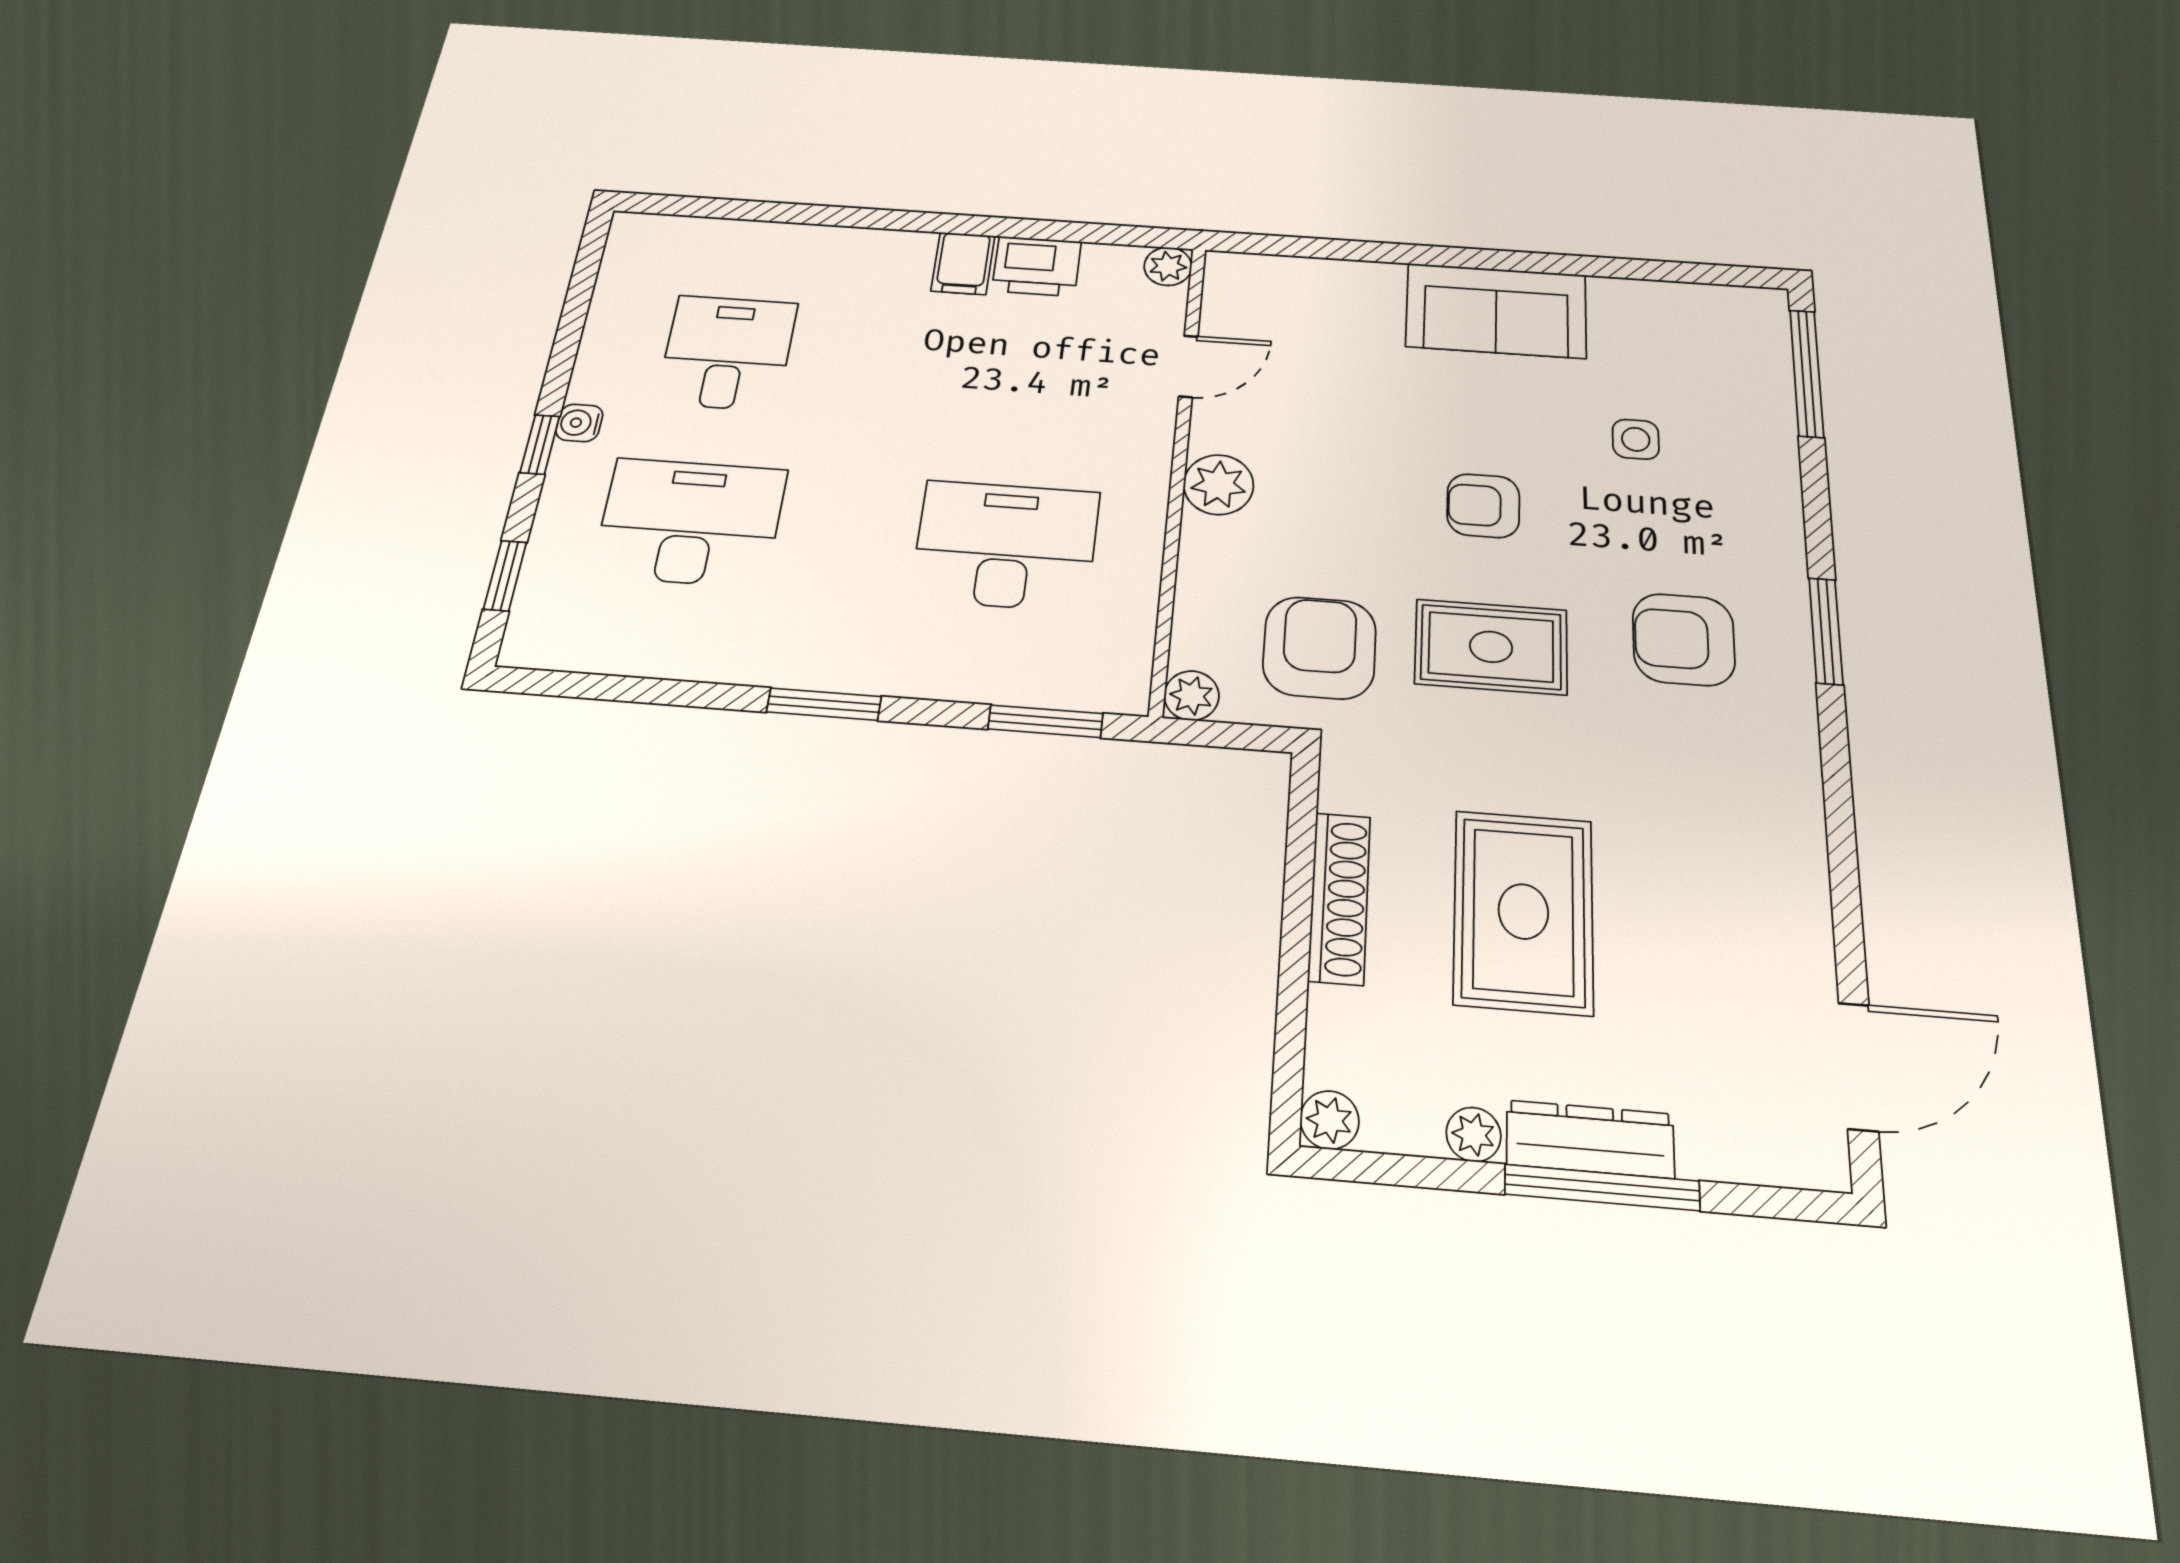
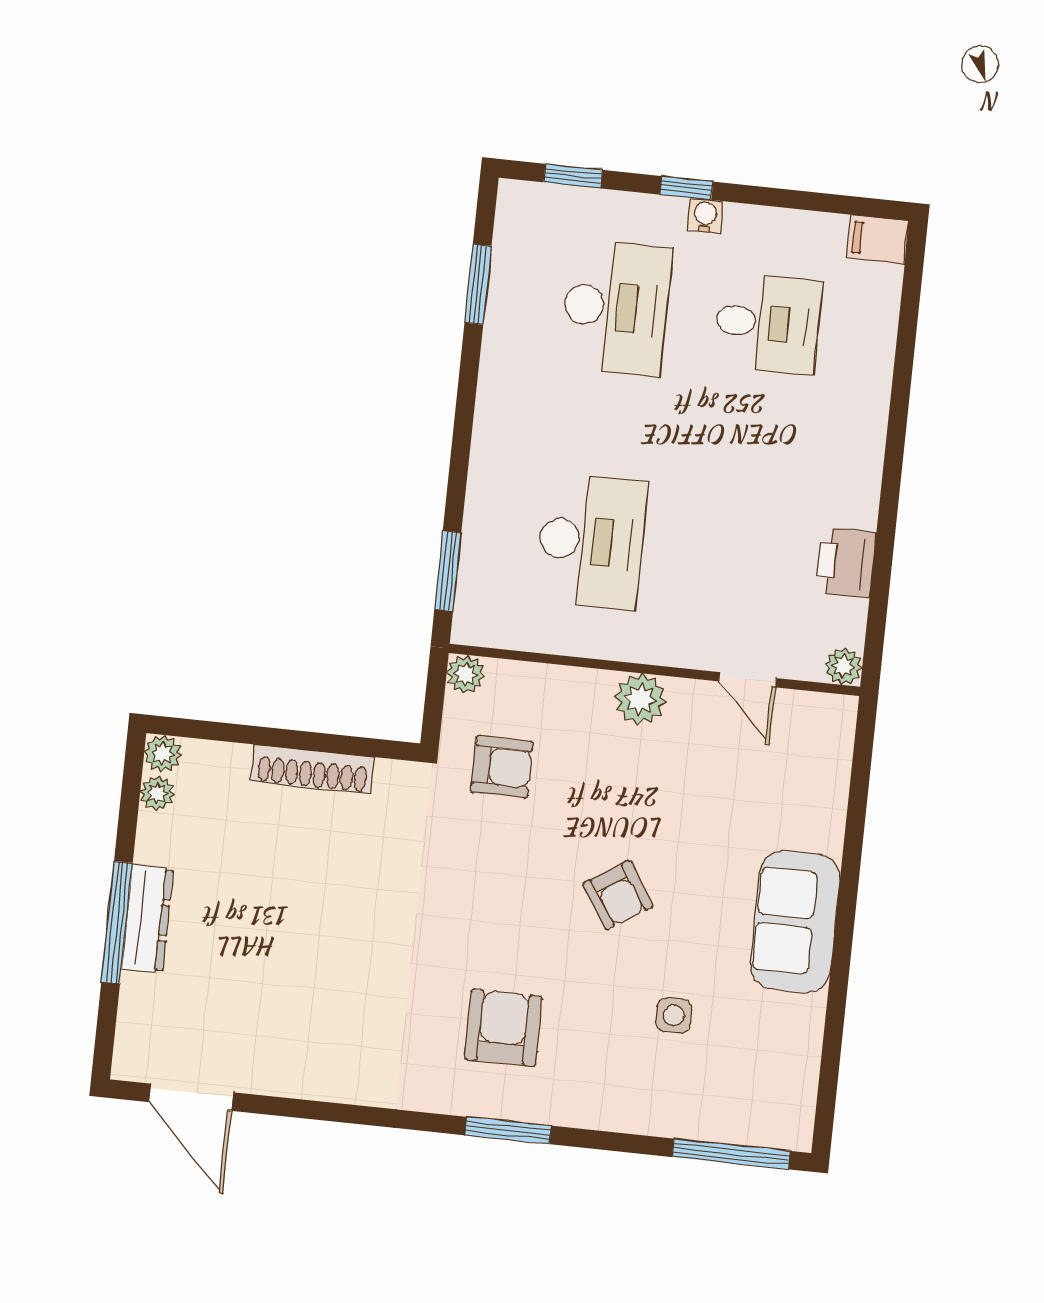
filing cabinet: (963, 263) -> (878, 240), moved
armchair: (1483, 506) -> (618, 895), turned 147
rug: (1491, 647) -> (500, 889), removed
armchair: (1320, 648) -> (502, 767), width x0.72, depth x0.72
window: (824, 704) -> (478, 284), moved
rug: (1523, 911) -> (301, 892), removed
plant: (1474, 1134) -> (157, 793), moved

